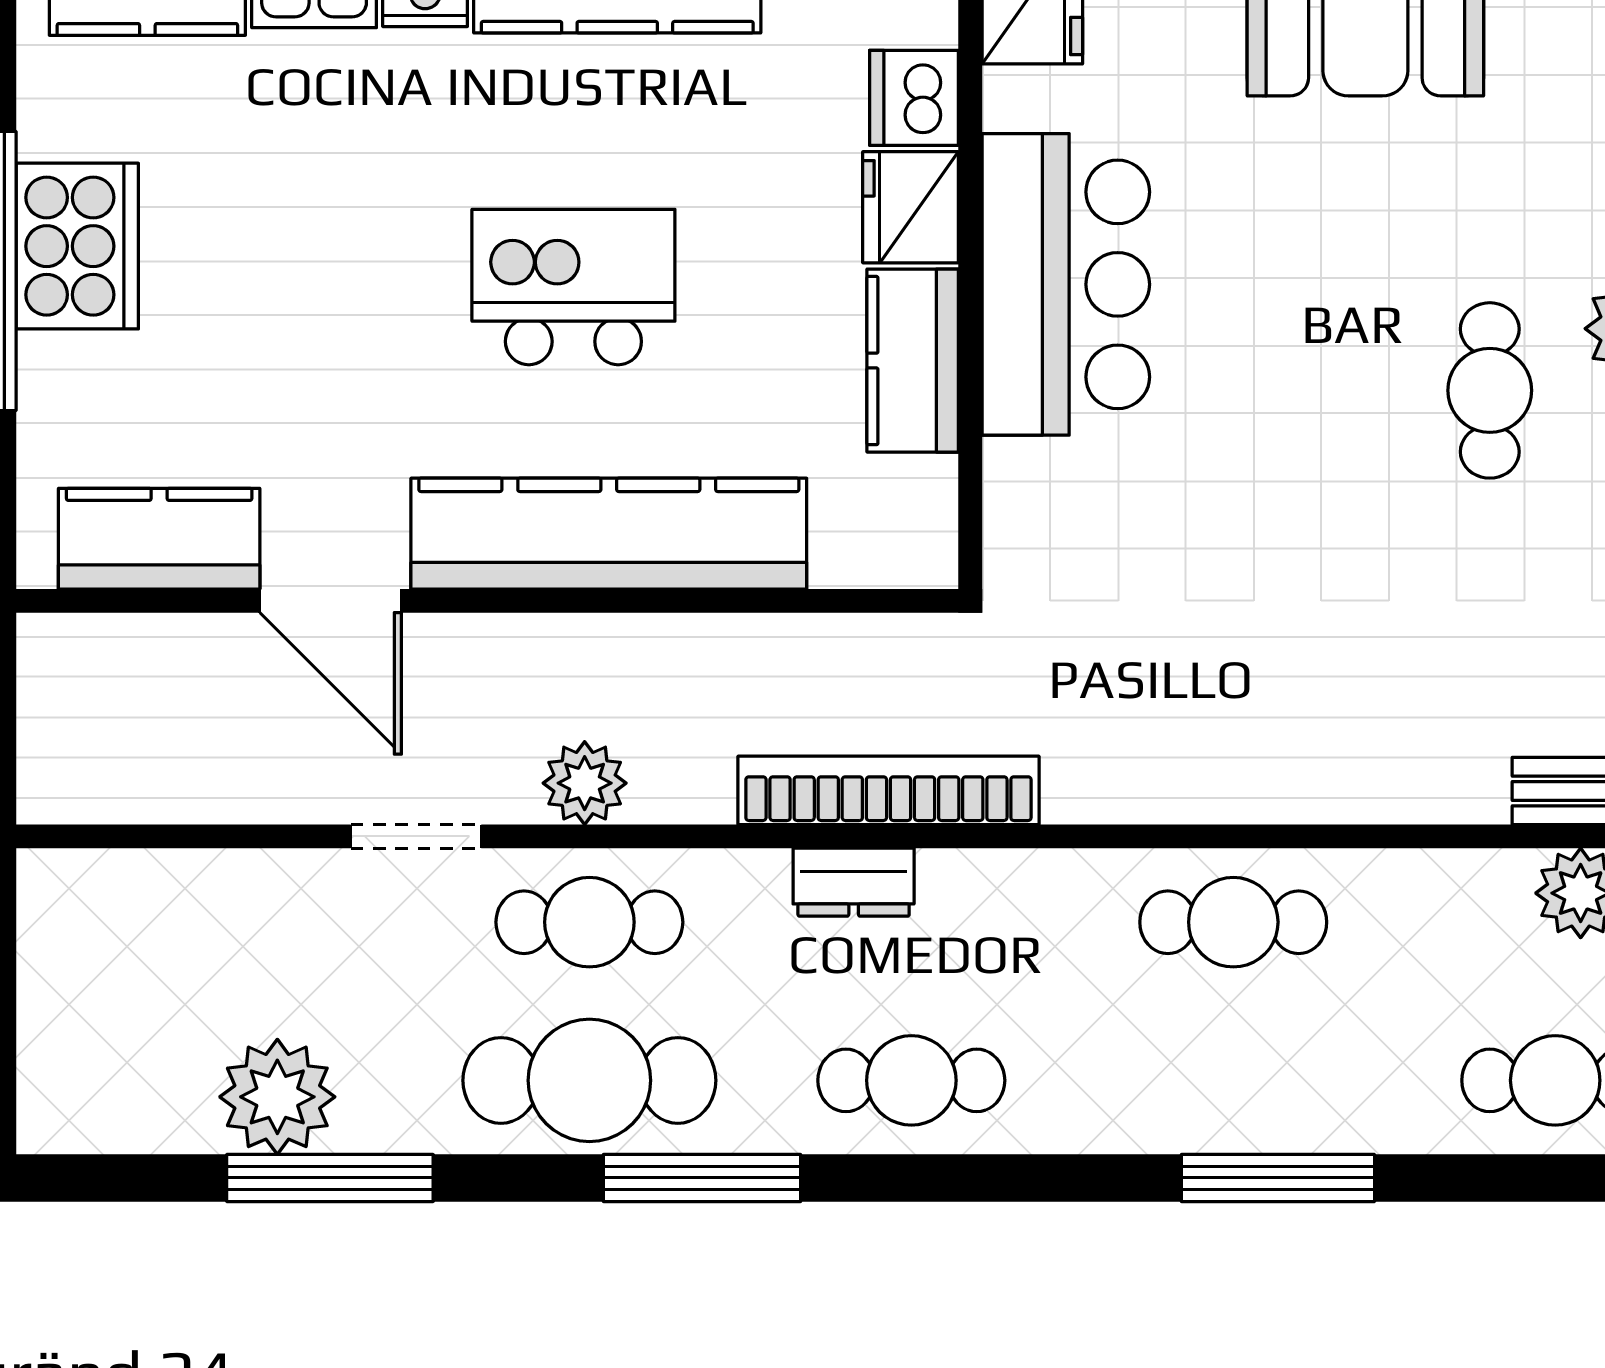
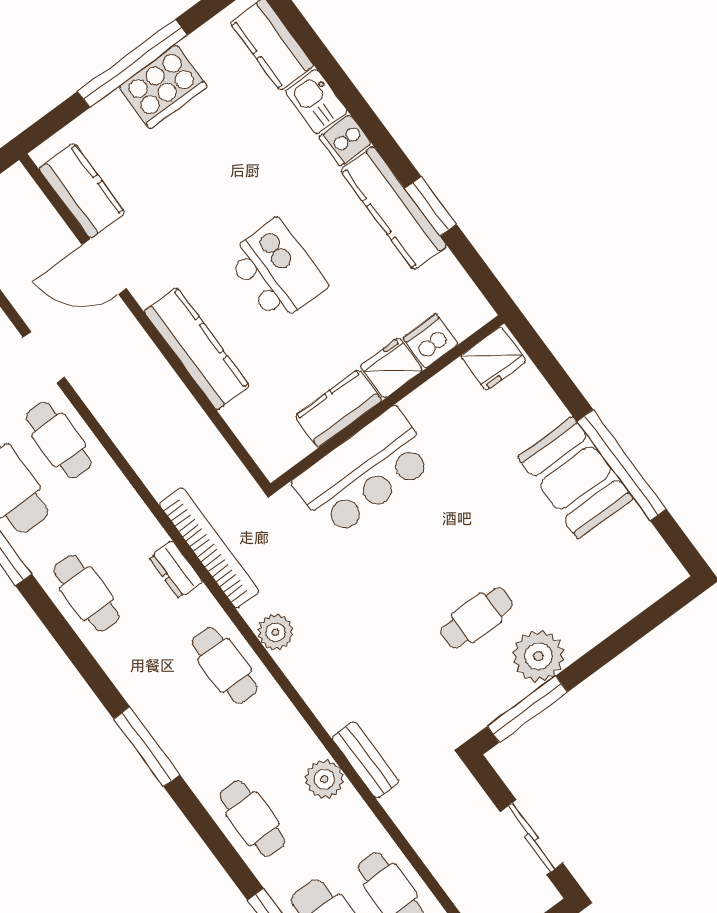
bar counter: (1066, 284) -> (364, 472), moved
kitchen counter: (609, 534) -> (197, 349), width x0.72, depth x0.86
door: (331, 601) -> (104, 267), hinge flipped
plant: (585, 783) -> (275, 632), moved
bookcase: (888, 790) -> (209, 548), moved
dresser: (854, 882) -> (176, 570), moved

